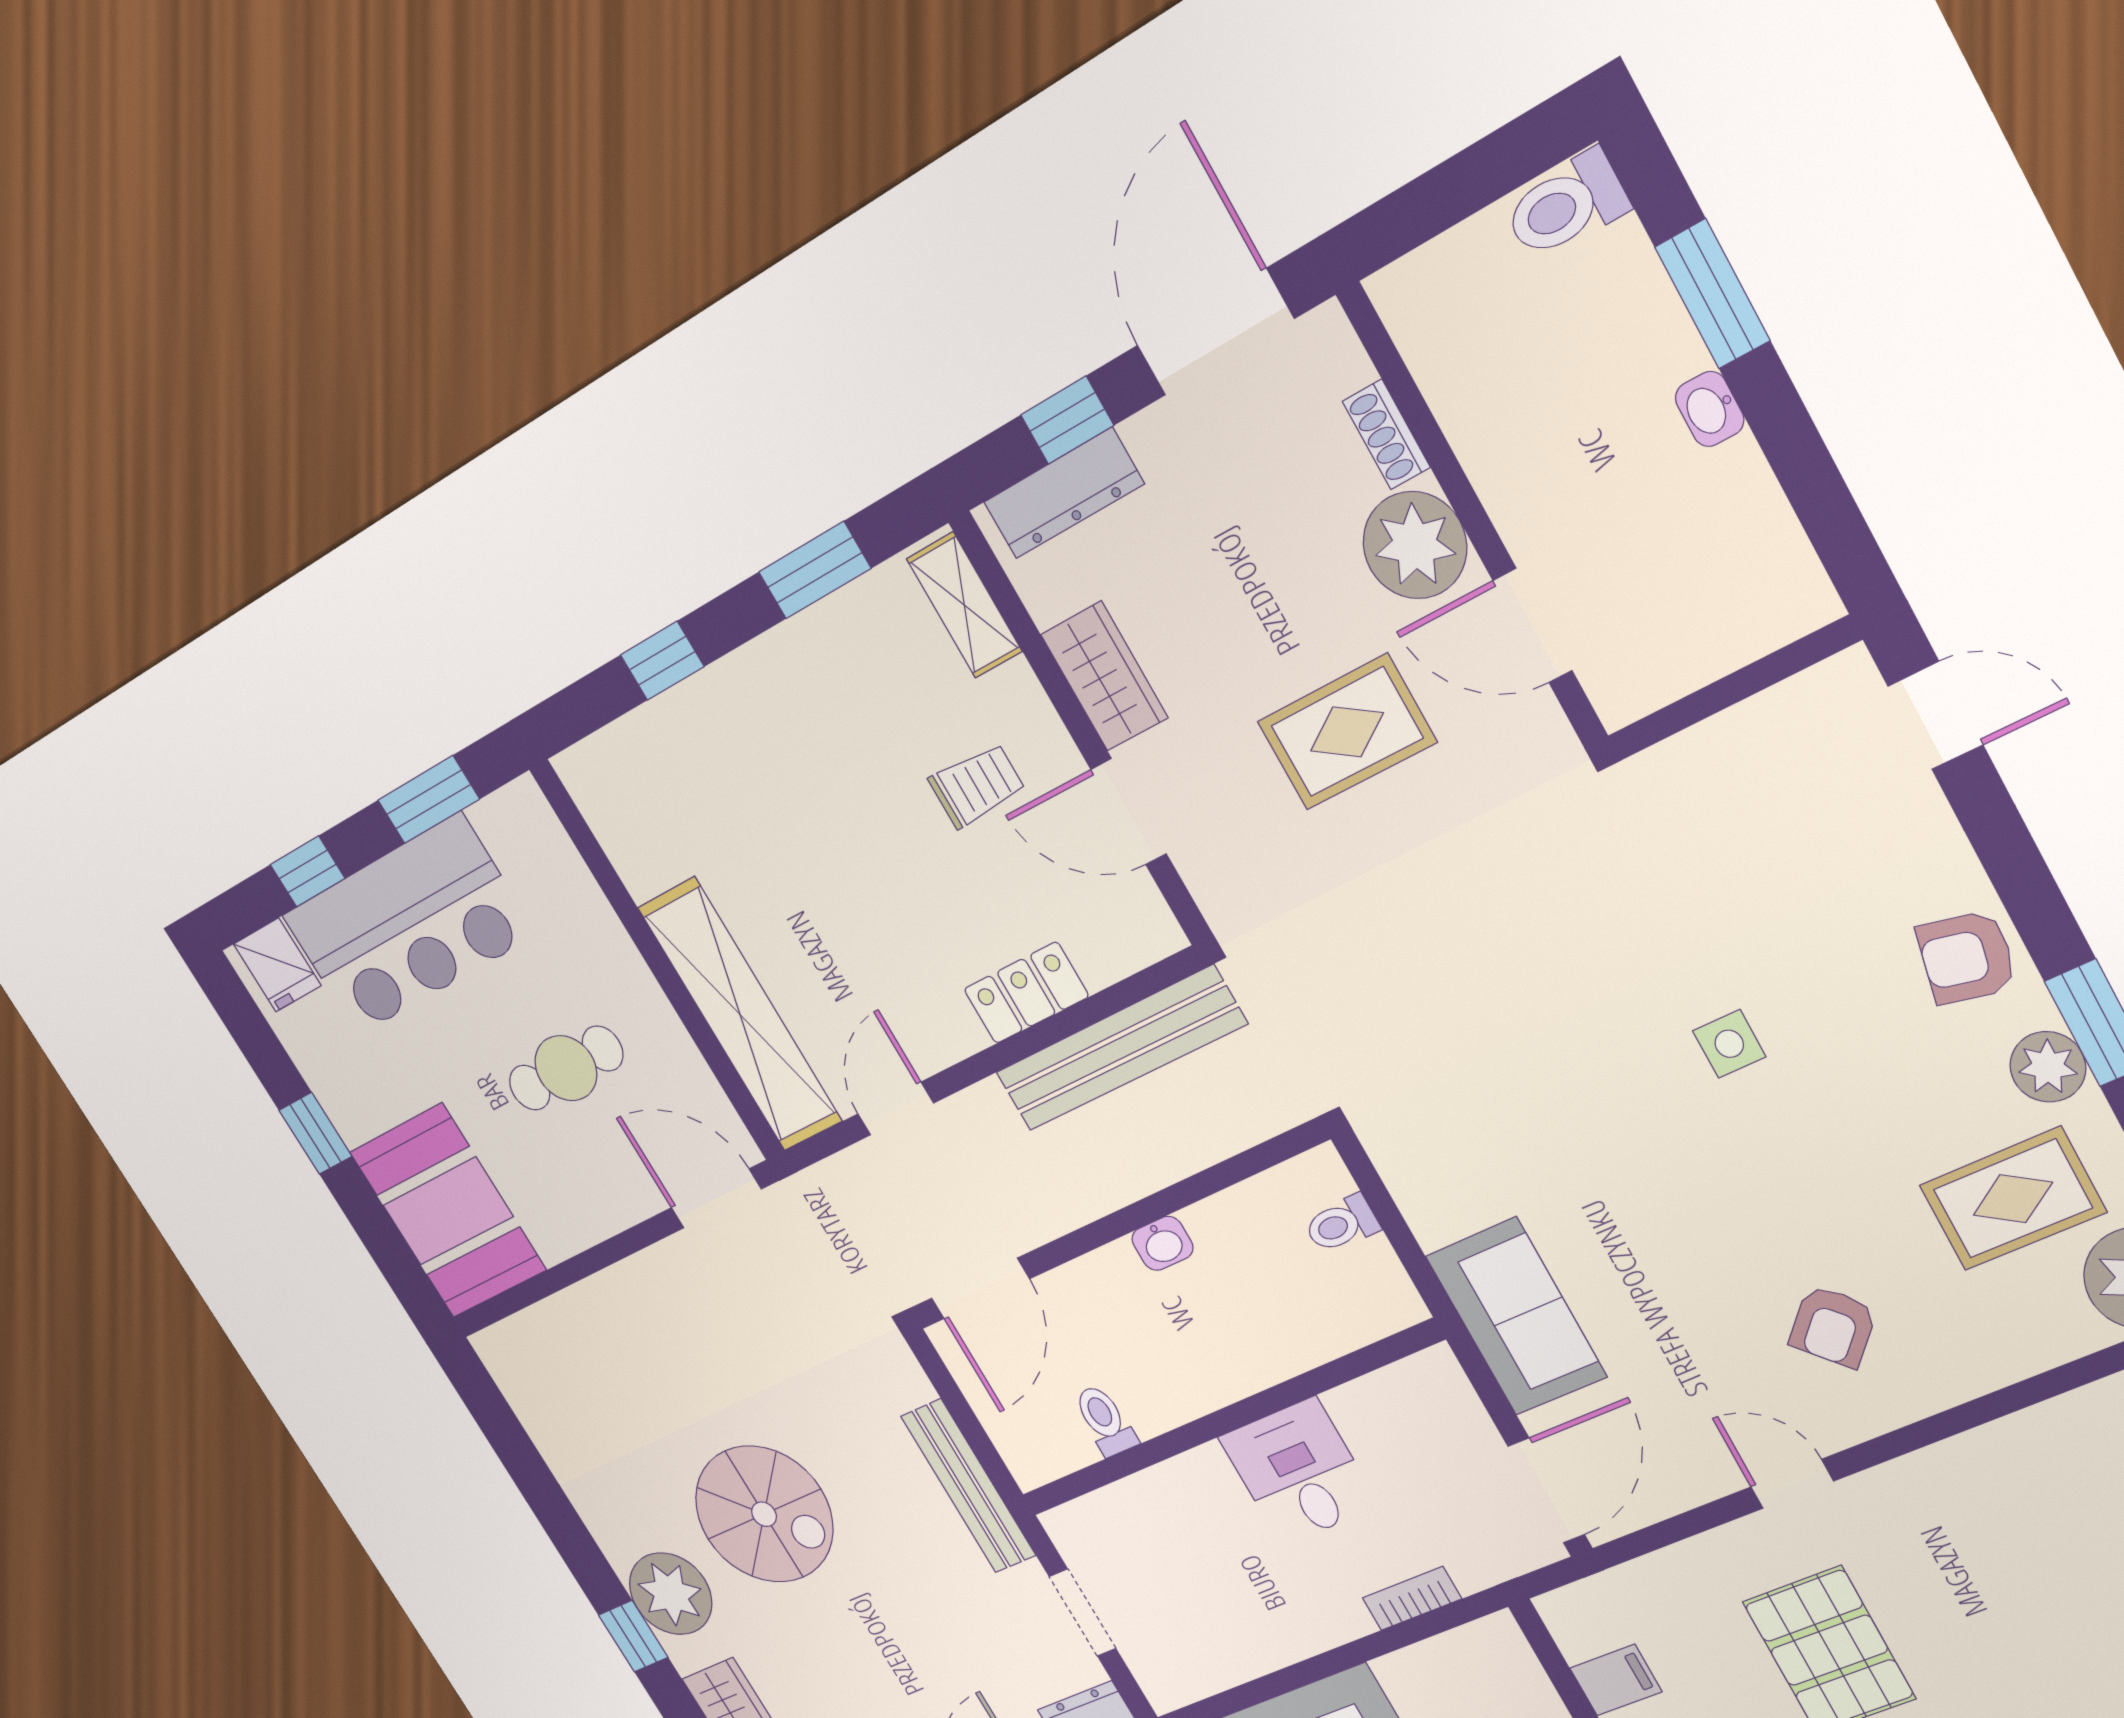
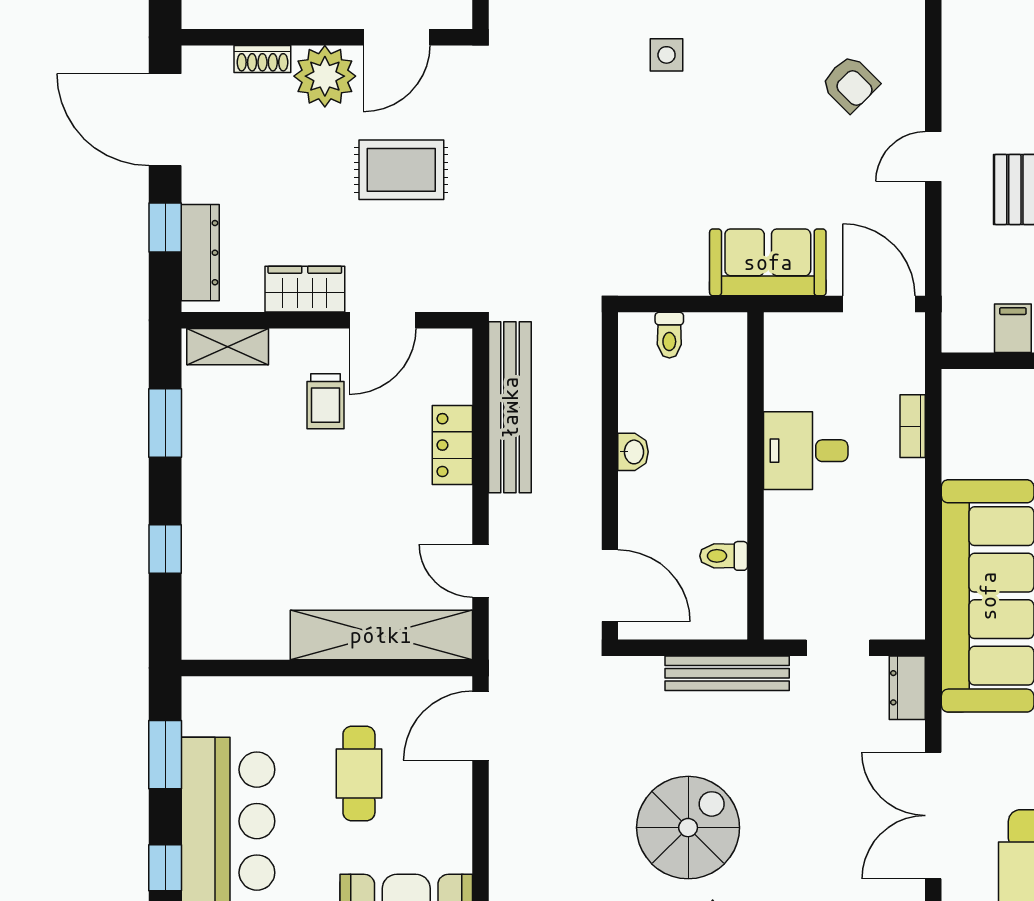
rug: (1347, 732) -> (401, 170), turned 90
trolley: (977, 785) -> (325, 401), turned 180

